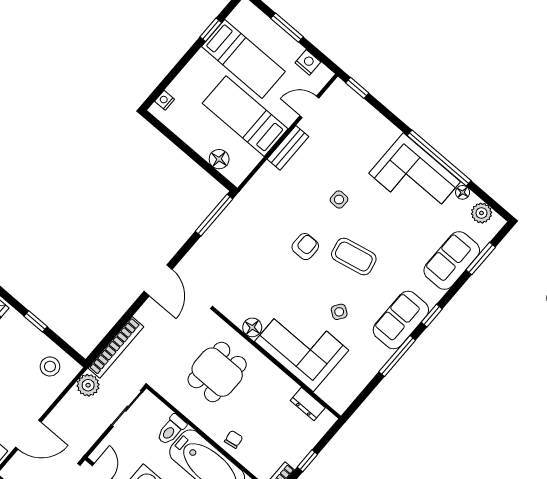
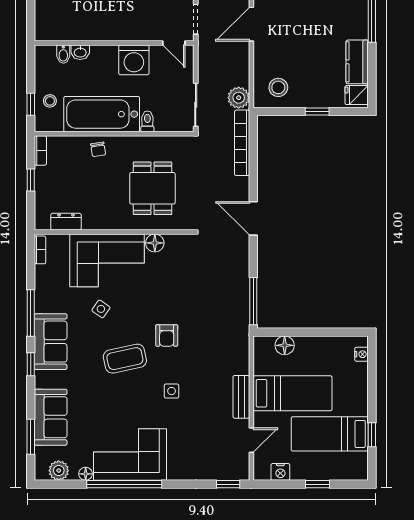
window: (287, 28) -> (317, 484), width x0.67
bookcase: (347, 399) -> (40, 250), added
toilet: (171, 430) -> (147, 121), width x0.73, depth x0.72

